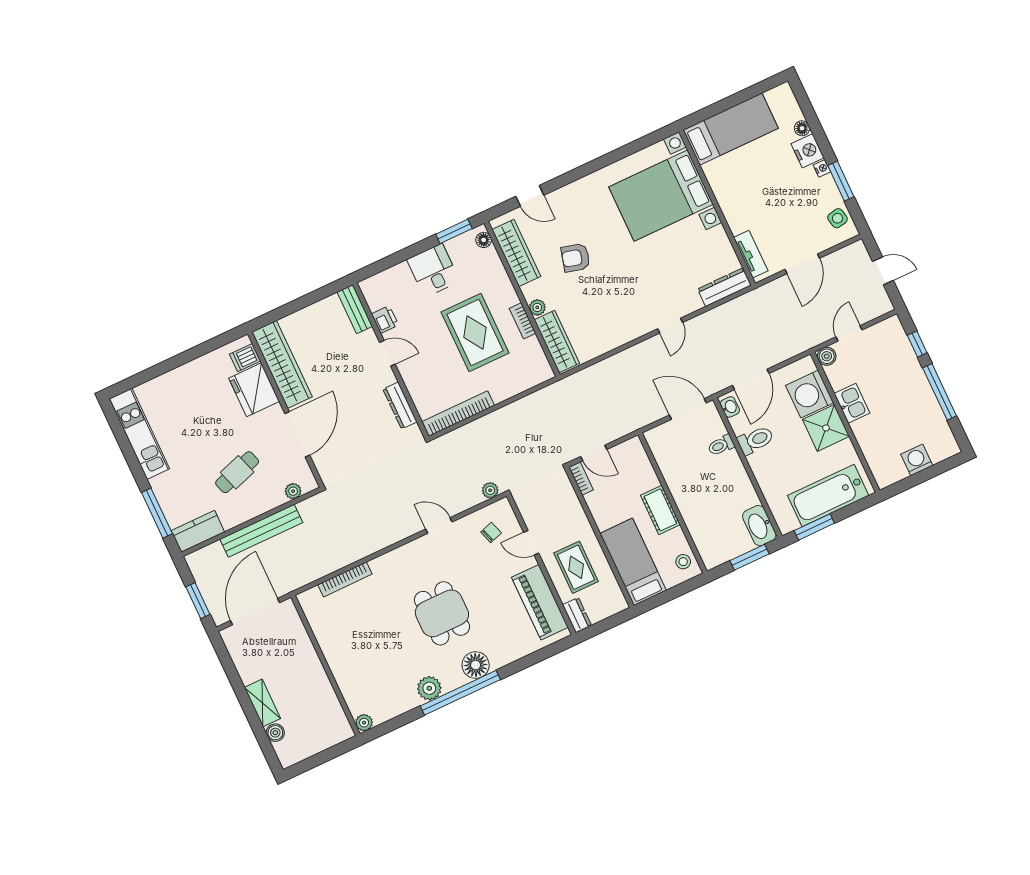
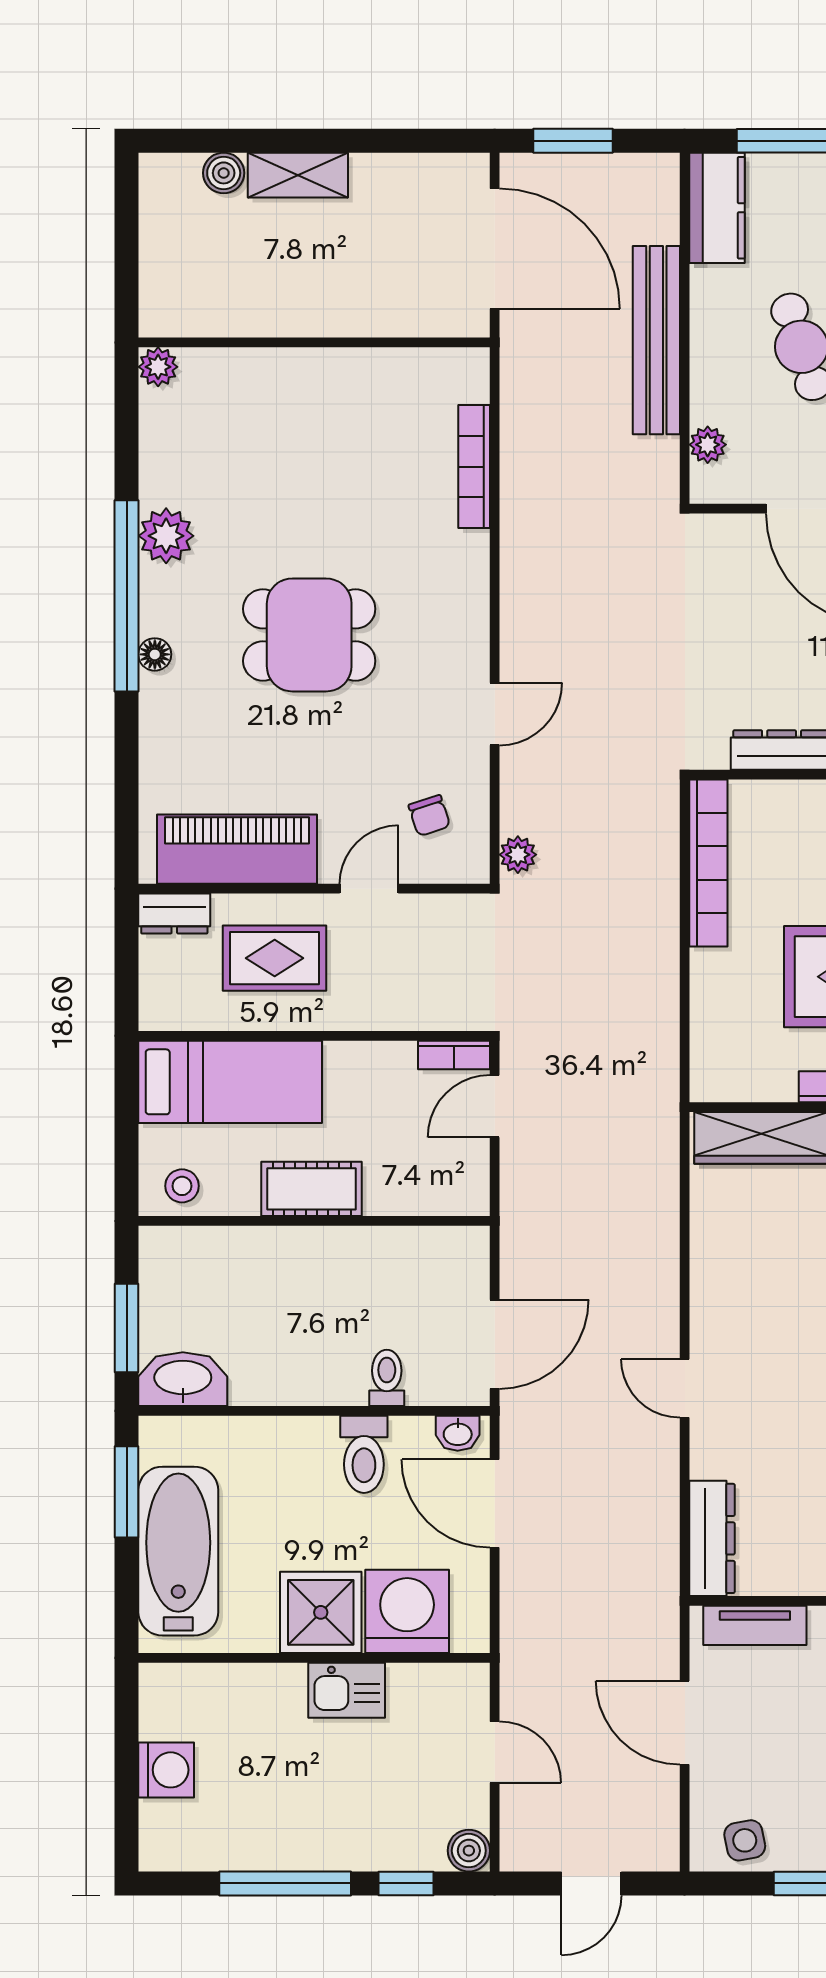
boiler: (827, 356) -> (469, 1851), moved
floor lamp: (476, 665) -> (155, 654), width x0.53, depth x0.53

